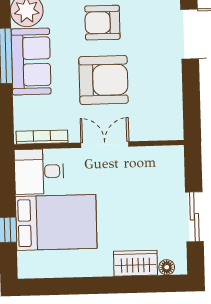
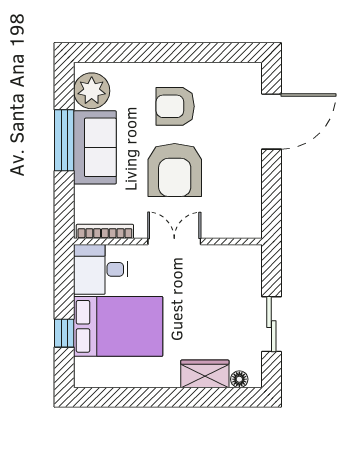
armchair: (104, 80) -> (175, 170), turned 90

